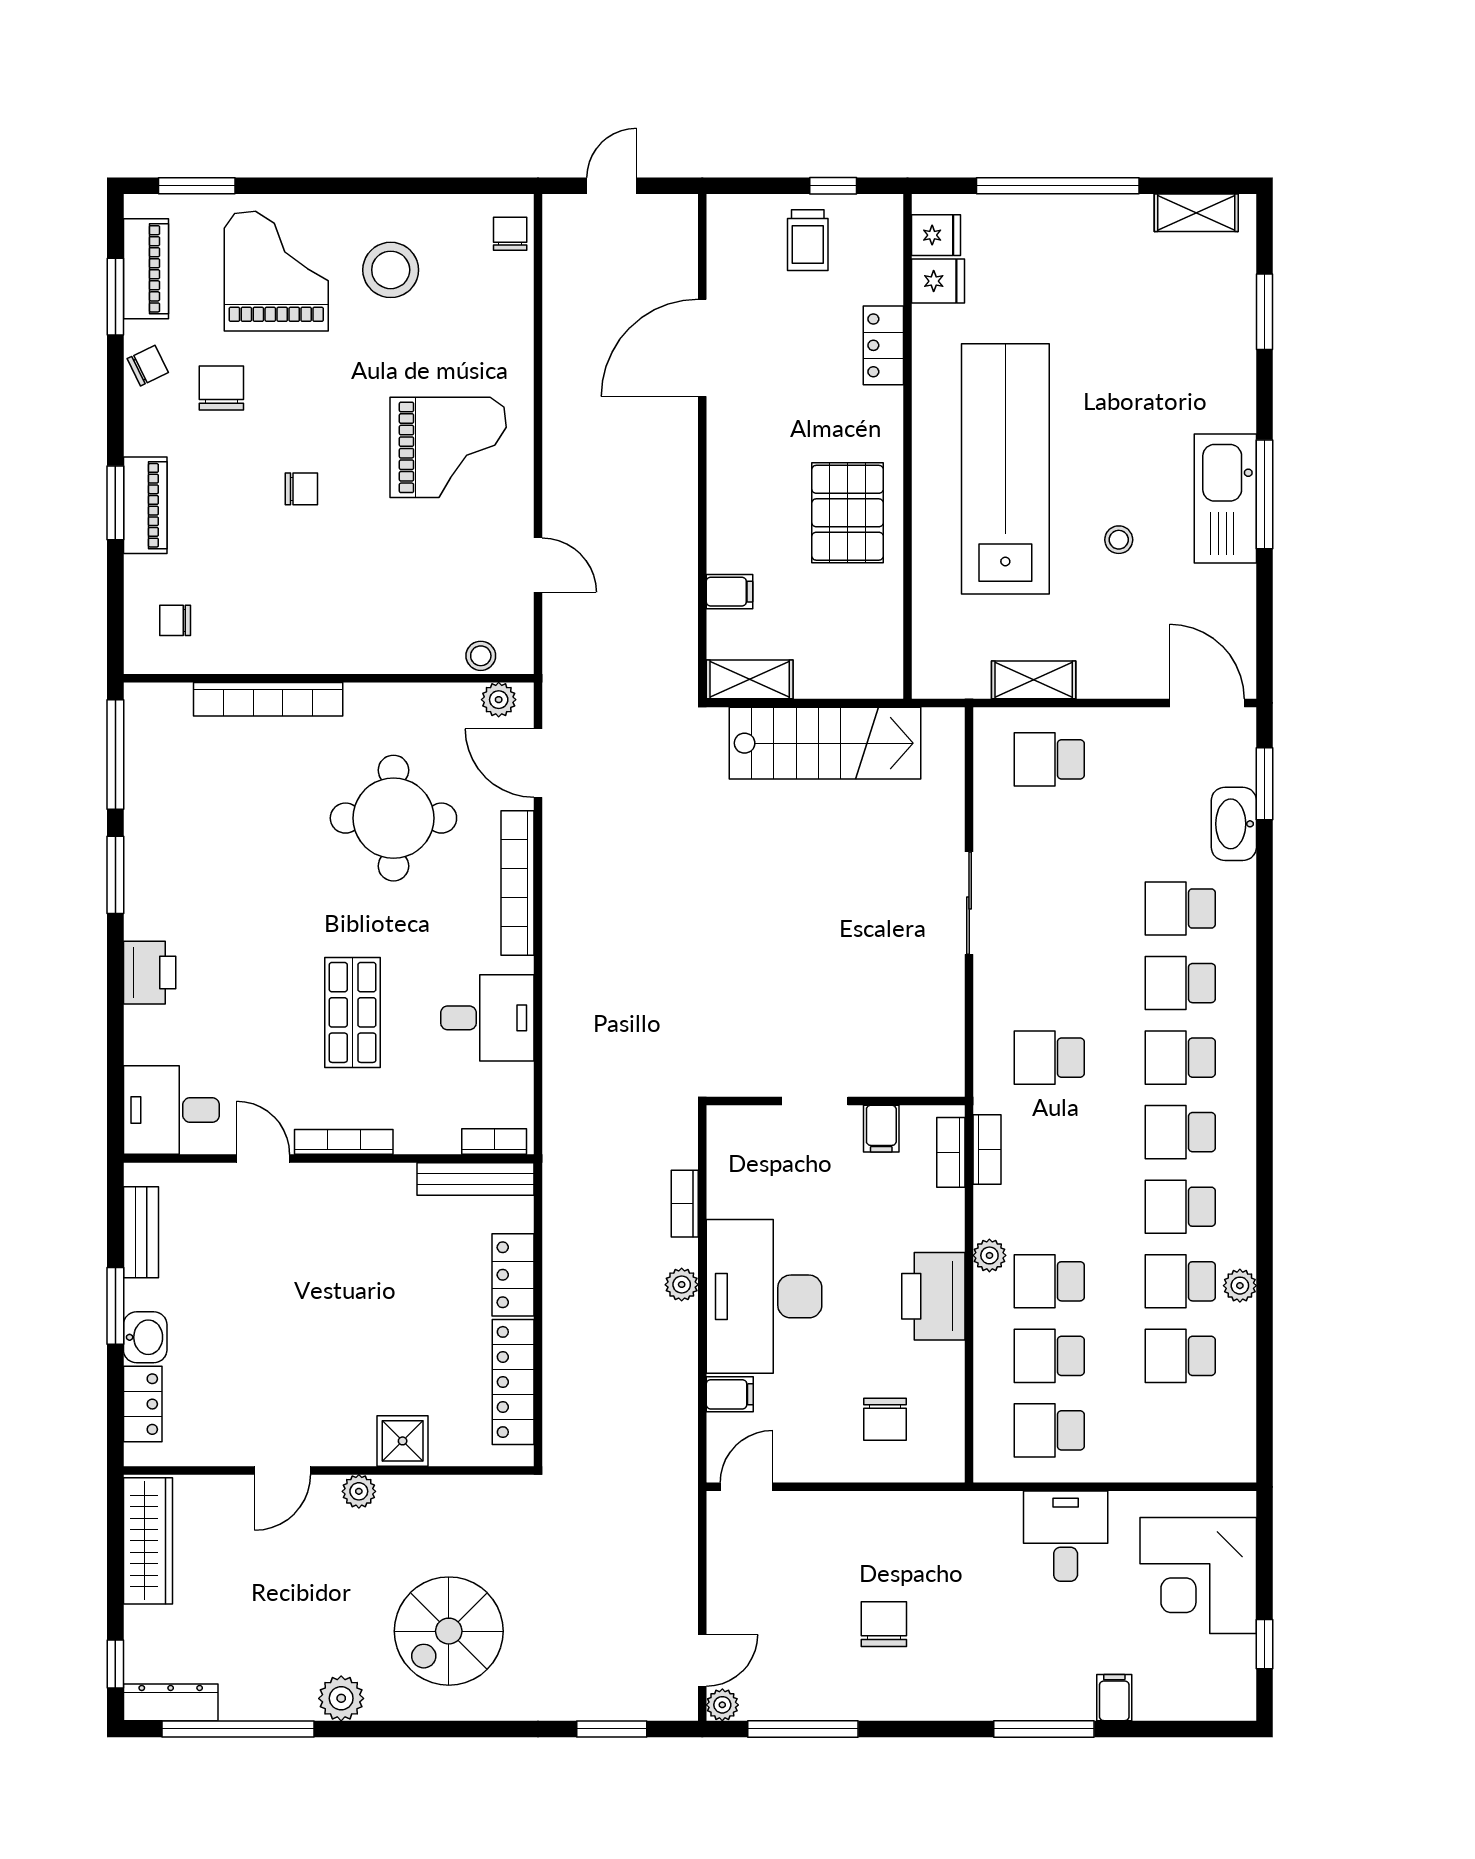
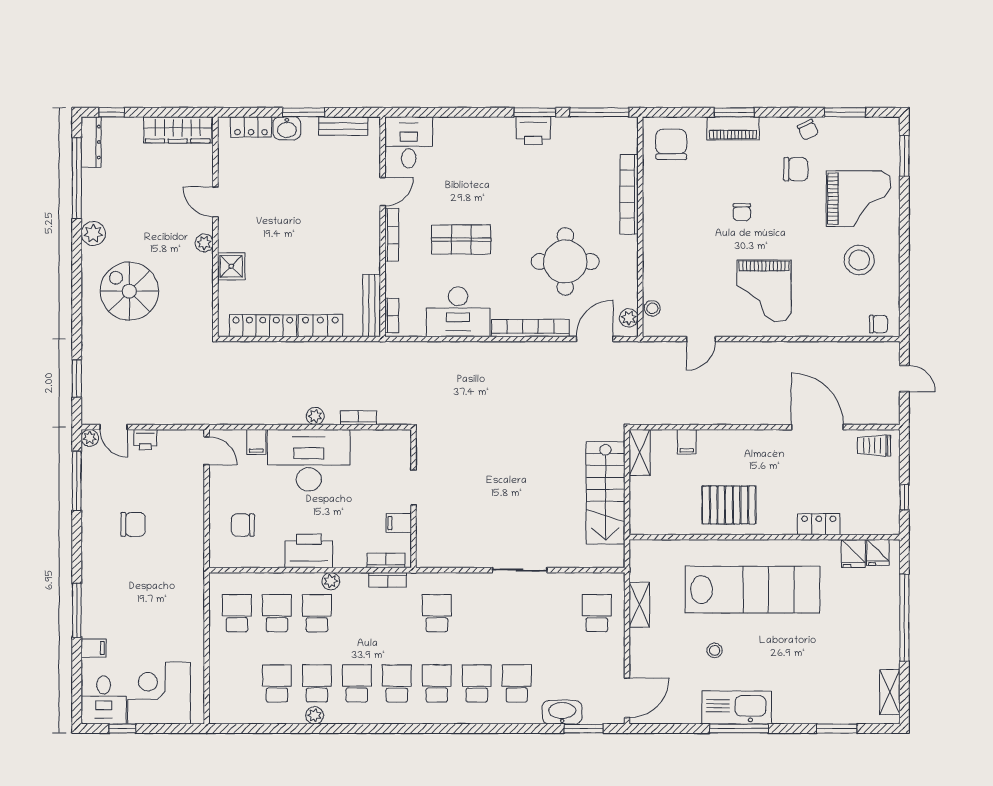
trolley: (808, 240) -> (874, 446), moved
piano: (146, 269) -> (860, 129), removed
chair: (175, 620) -> (671, 144), width x1.87, depth x1.87
printer: (150, 973) -> (533, 131), moved
desk: (487, 1018) -> (458, 312), width x1.37
desk: (1066, 1536) -> (104, 700), moved, turned 90
printer: (725, 1601) -> (145, 440), added

